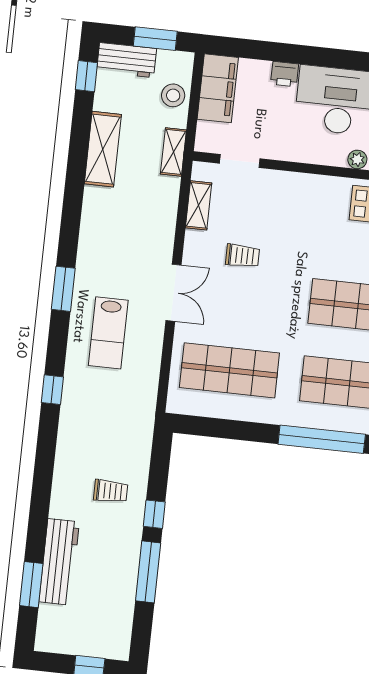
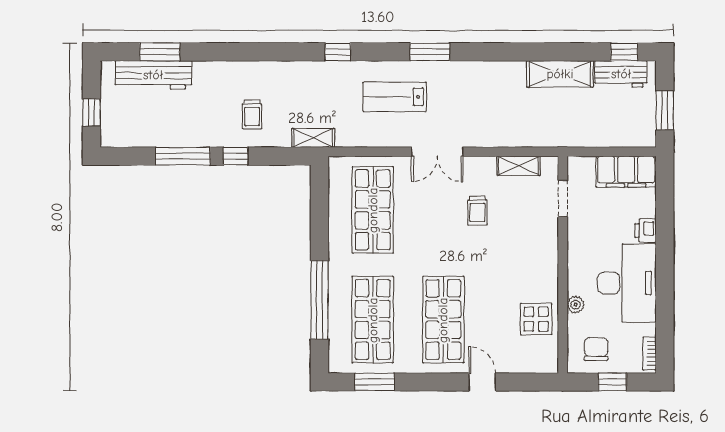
workbench: (127, 60) -> (621, 74), moved, turned -90
stool: (173, 95) -> (615, 132), removed
shelving: (173, 152) -> (313, 138), moved
workbench: (59, 562) -> (153, 75), moved

